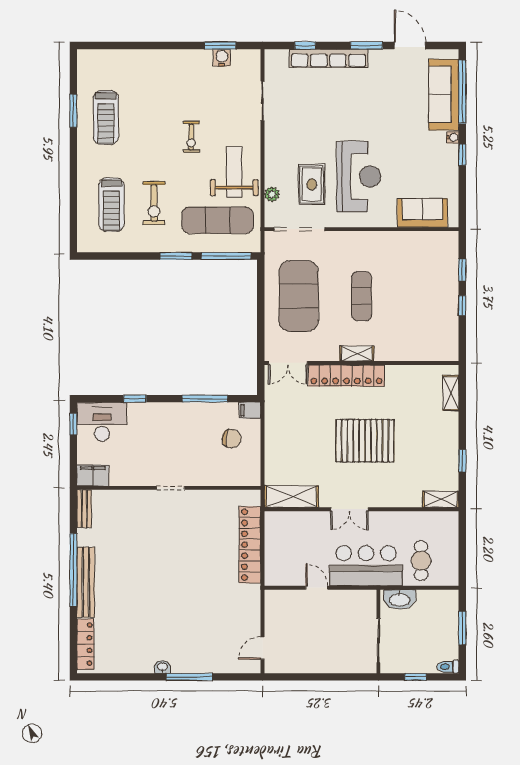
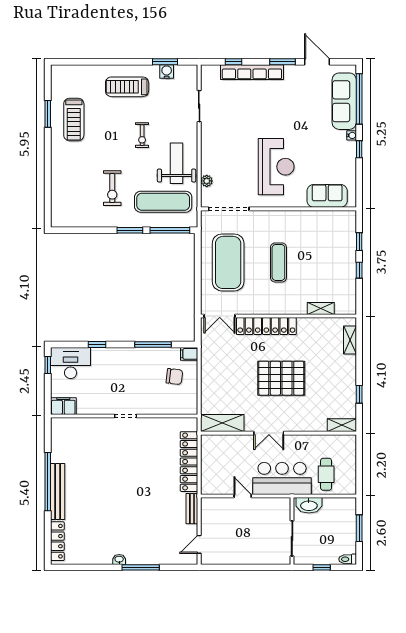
rug: (312, 184) -> (238, 173), removed
treadmill: (111, 205) -> (127, 87), moved, turned 90
shelving: (357, 354) -> (321, 309), moved
bench: (84, 509) -> (192, 509), moved

